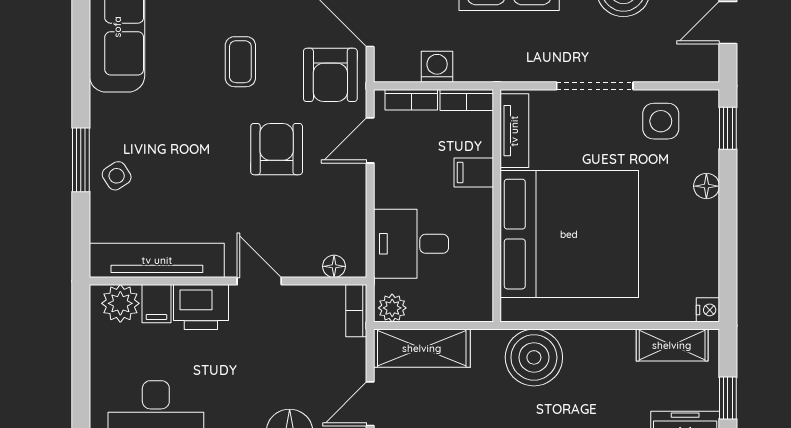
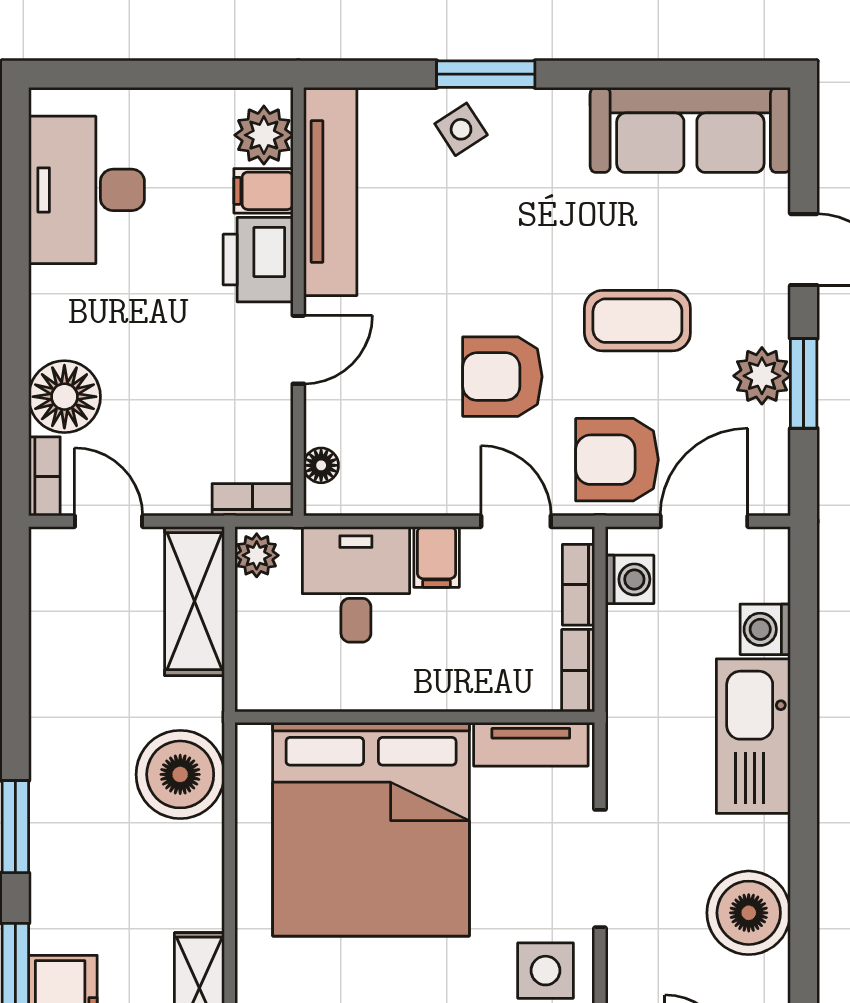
coffee table: (240, 62) -> (637, 321), width x1.36, depth x1.30
washing machine: (437, 67) -> (630, 579), moved
armchair: (277, 149) -> (502, 377), turned 180
filing cabinet: (474, 172) -> (437, 557), moved, turned 180

